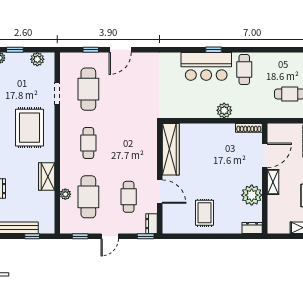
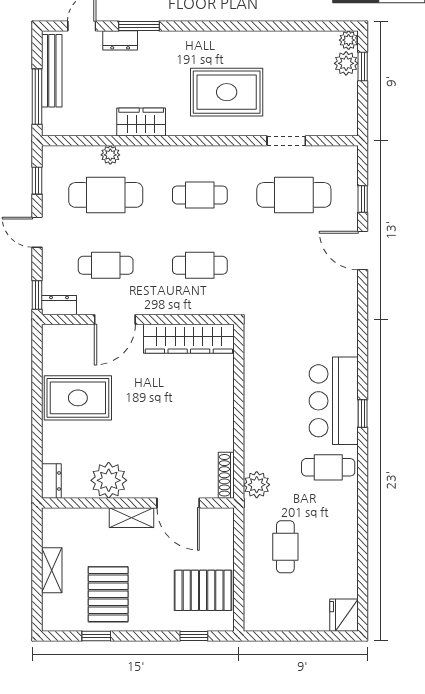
plant: (37, 59) -> (346, 63), moved
plant: (224, 110) -> (257, 485), moved
cafe table: (129, 143) -> (200, 265), added
rug: (205, 213) -> (78, 398), width x1.36, depth x1.43
window: (32, 236) -> (37, 97), width x2.17

